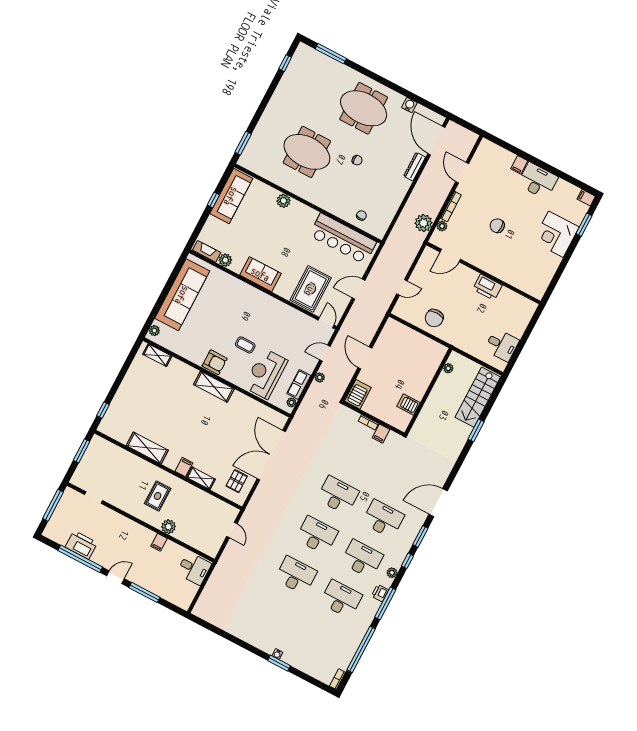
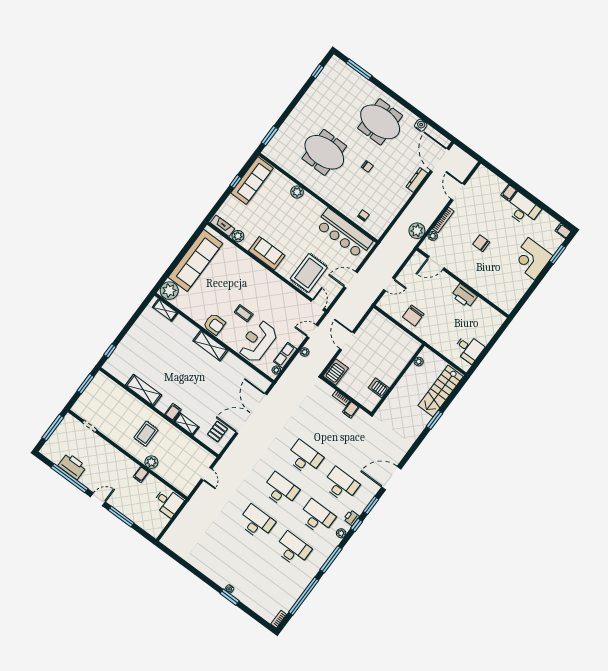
plant: (154, 331) -> (169, 291), width x1.88, depth x1.88
printer: (380, 593) -> (351, 518), moved

